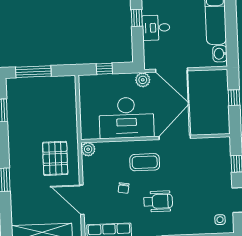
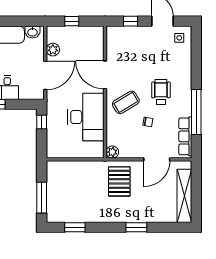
window: (104, 69) -> (42, 122), moved
plant: (143, 80) -> (53, 50), moved
pallet: (55, 158) -> (119, 181), turned 90
coffee table: (145, 162) -> (126, 102), turned 59

